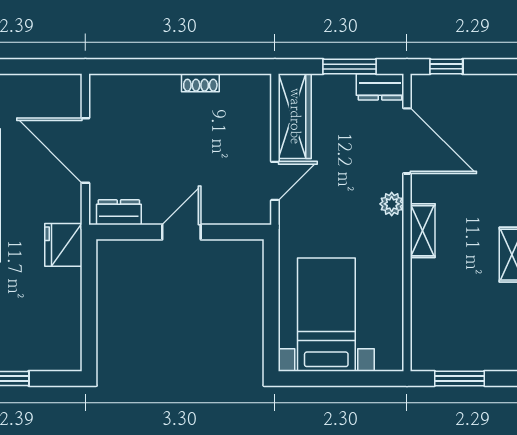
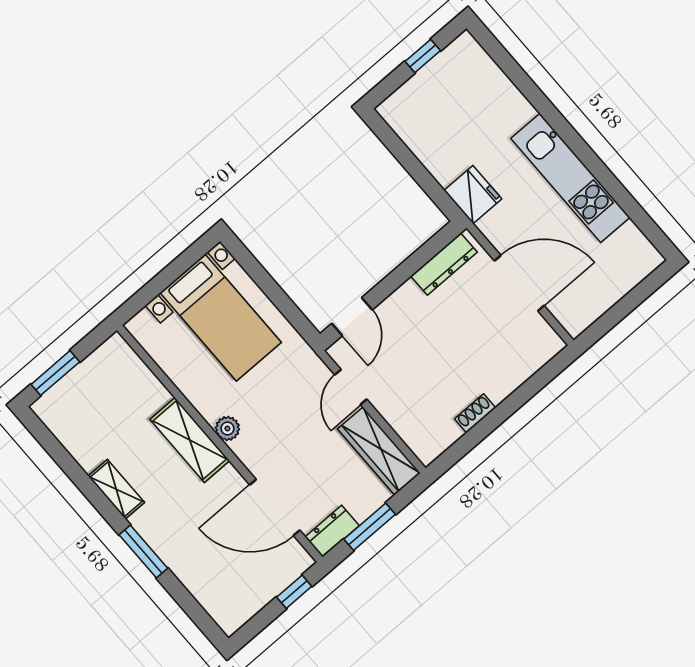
plant: (392, 204) -> (227, 428), moved
dresser: (119, 212) -> (444, 264), width x1.44
shelving: (423, 231) -> (190, 440), width x1.50, depth x1.33
door: (181, 232) -> (352, 317), moved
window: (460, 378) -> (55, 373), moved

